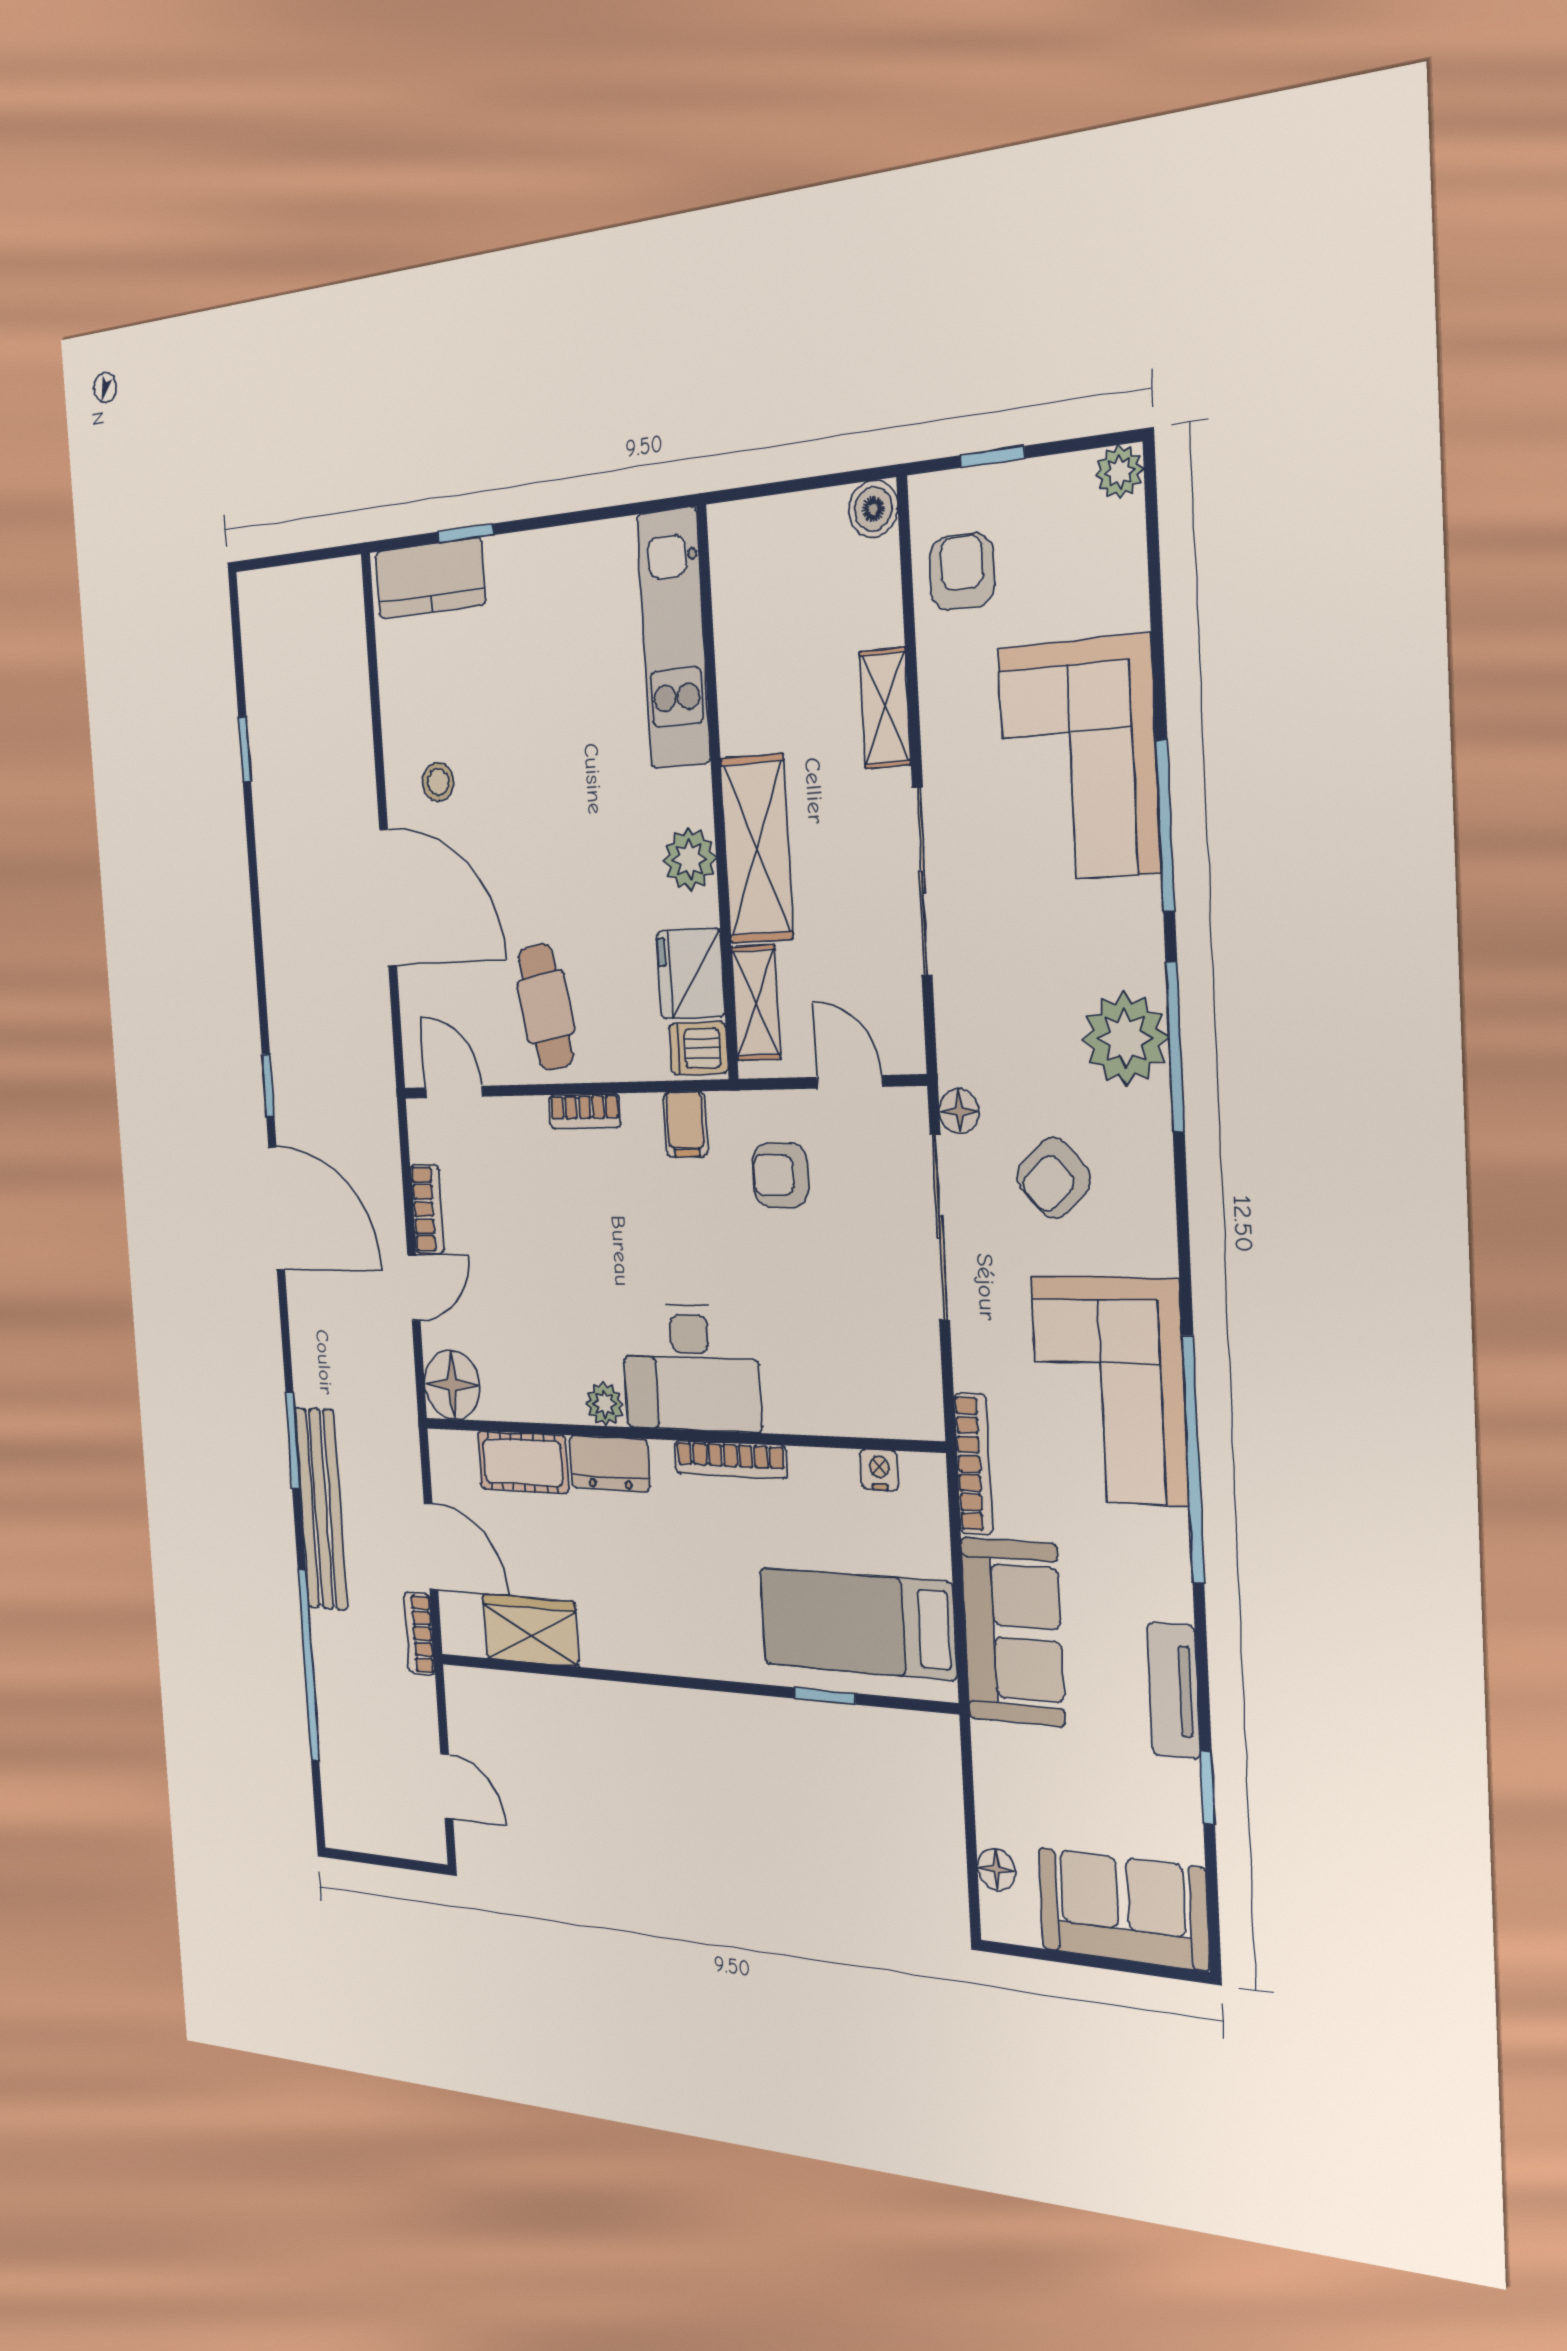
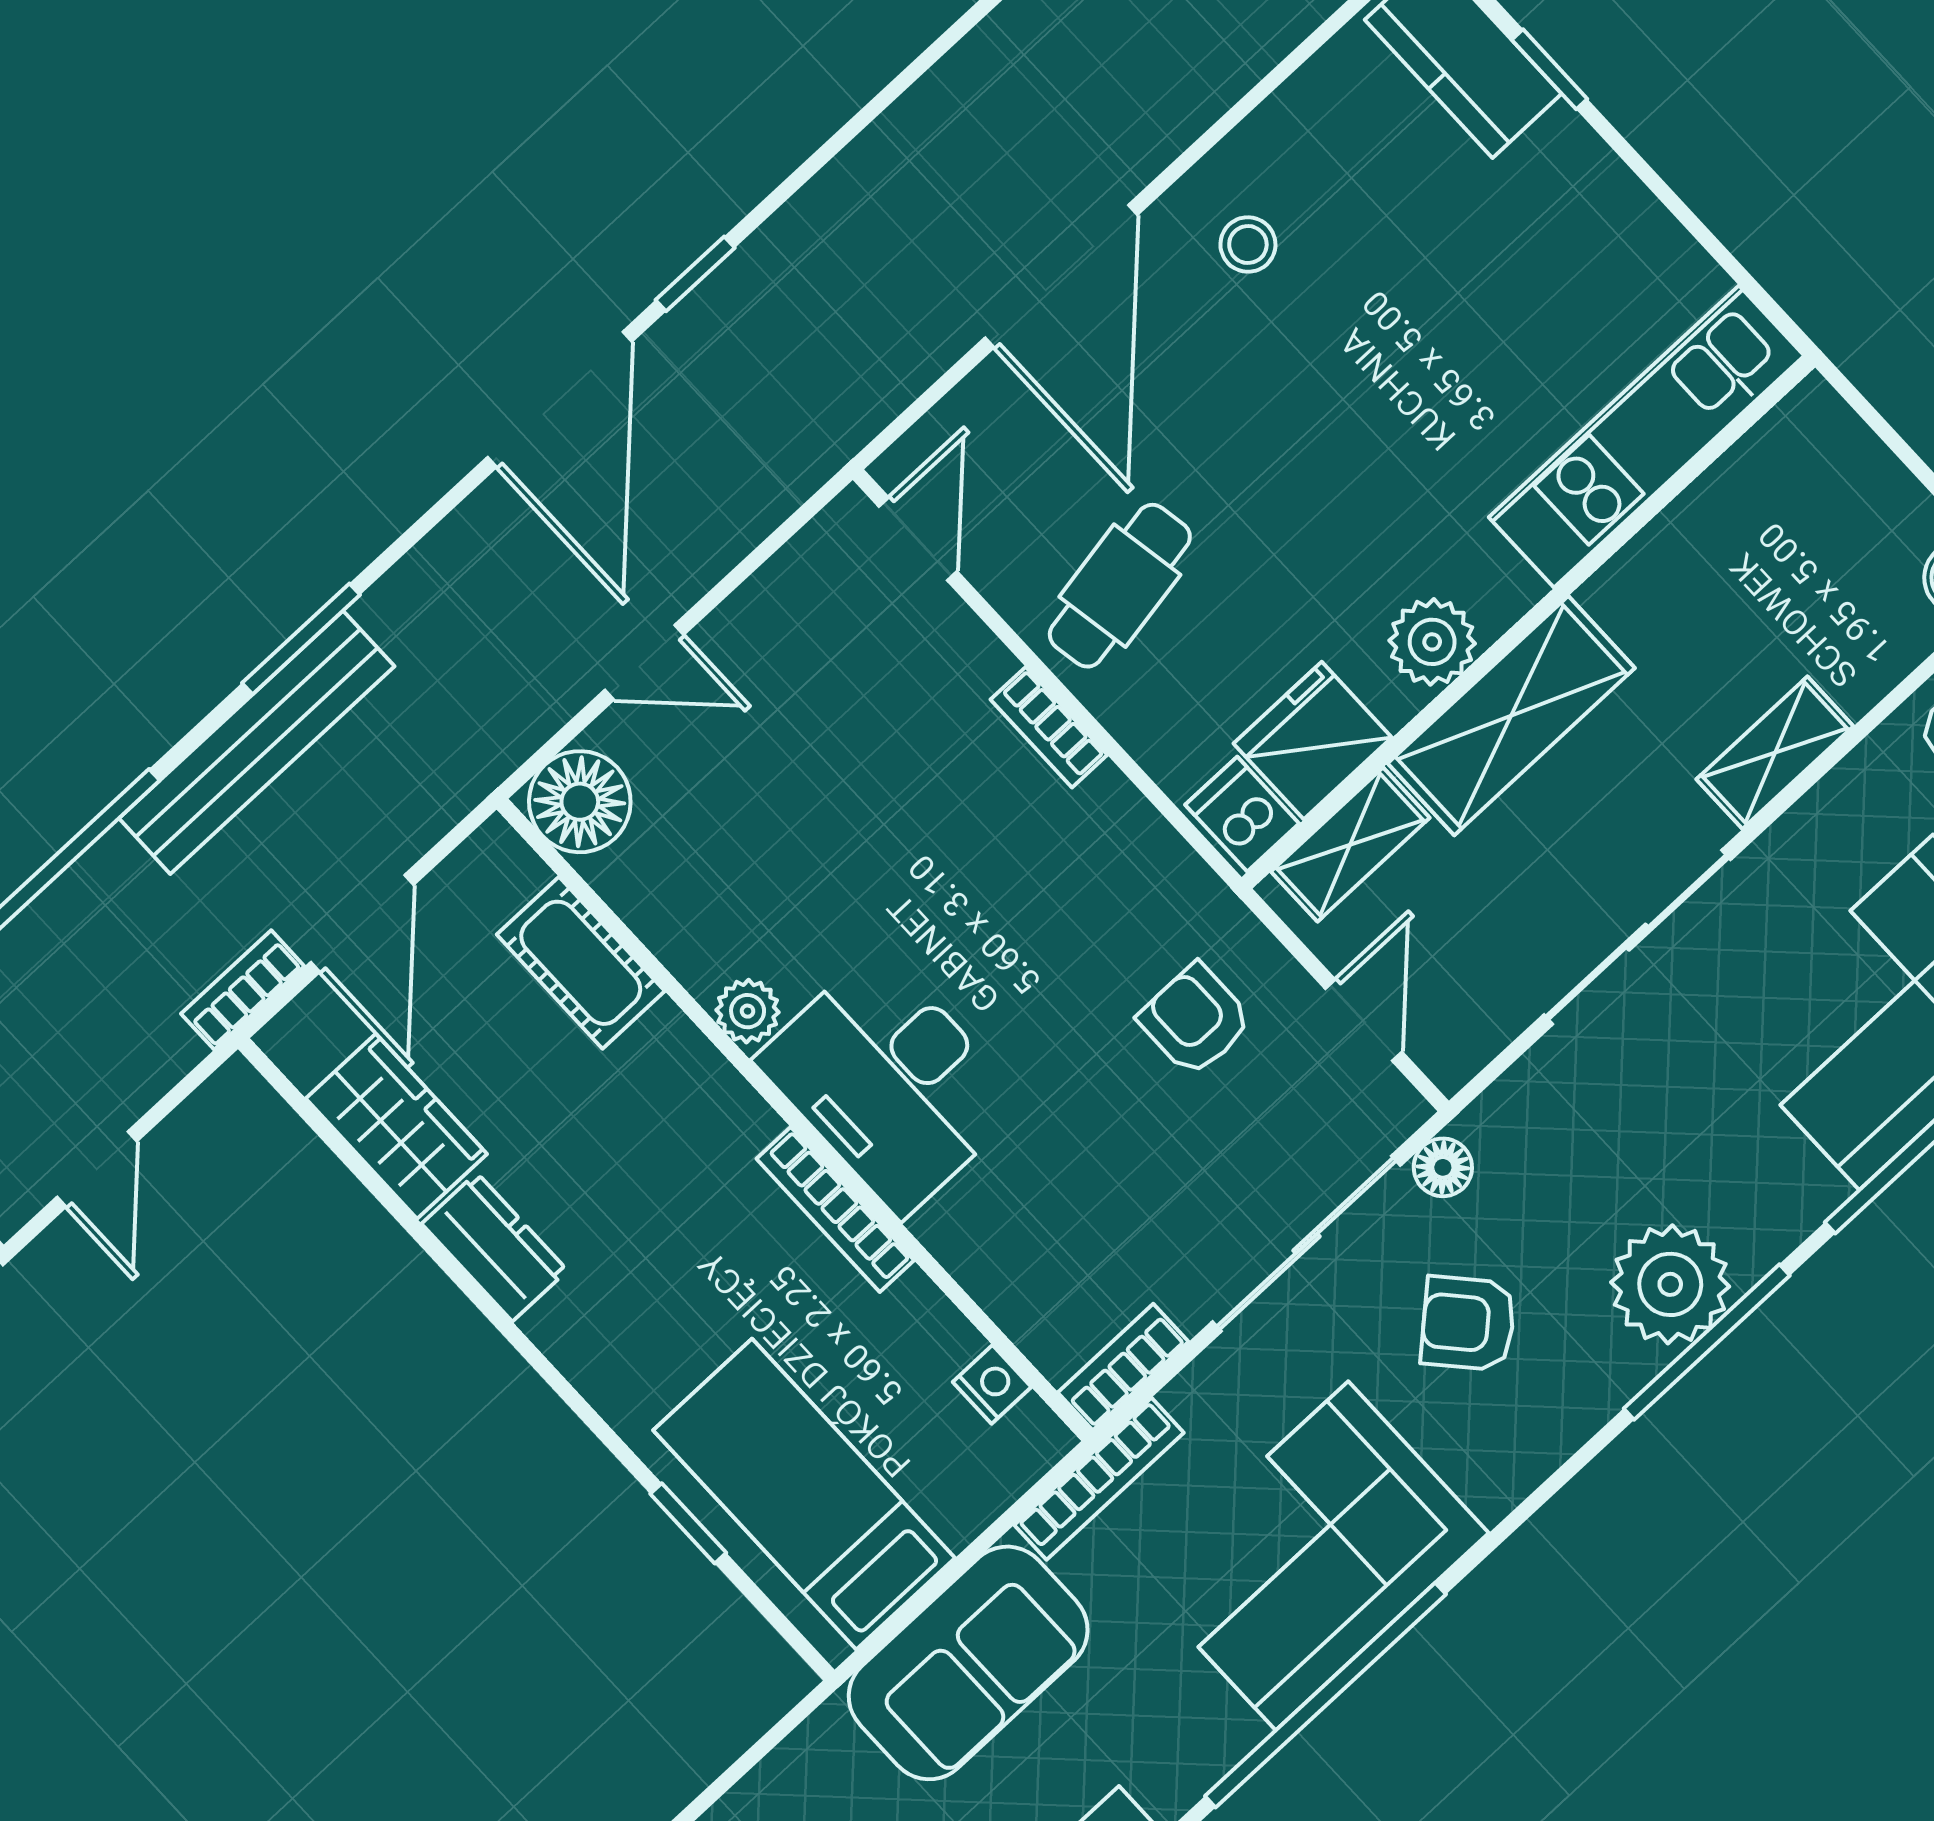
filing cabinet: (685, 1124) -> (1147, 864), removed
bookcase: (427, 1209) -> (1123, 1367), moved, turned 180
dresser: (610, 1463) -> (495, 1247), moved, turned 180

